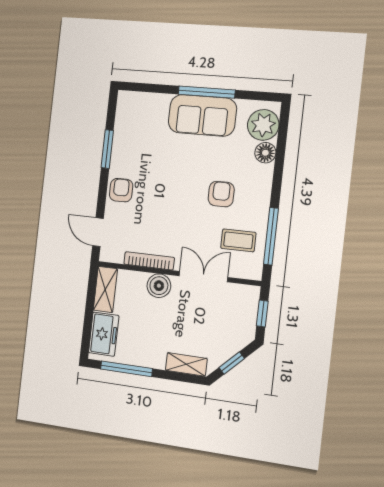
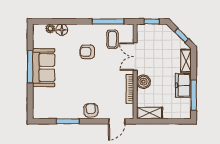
plant: (263, 125) -> (50, 29), width x0.53, depth x0.53
armchair: (121, 190) -> (91, 110), turned 86
freezer: (104, 334) -> (183, 85), moved, turned -90

